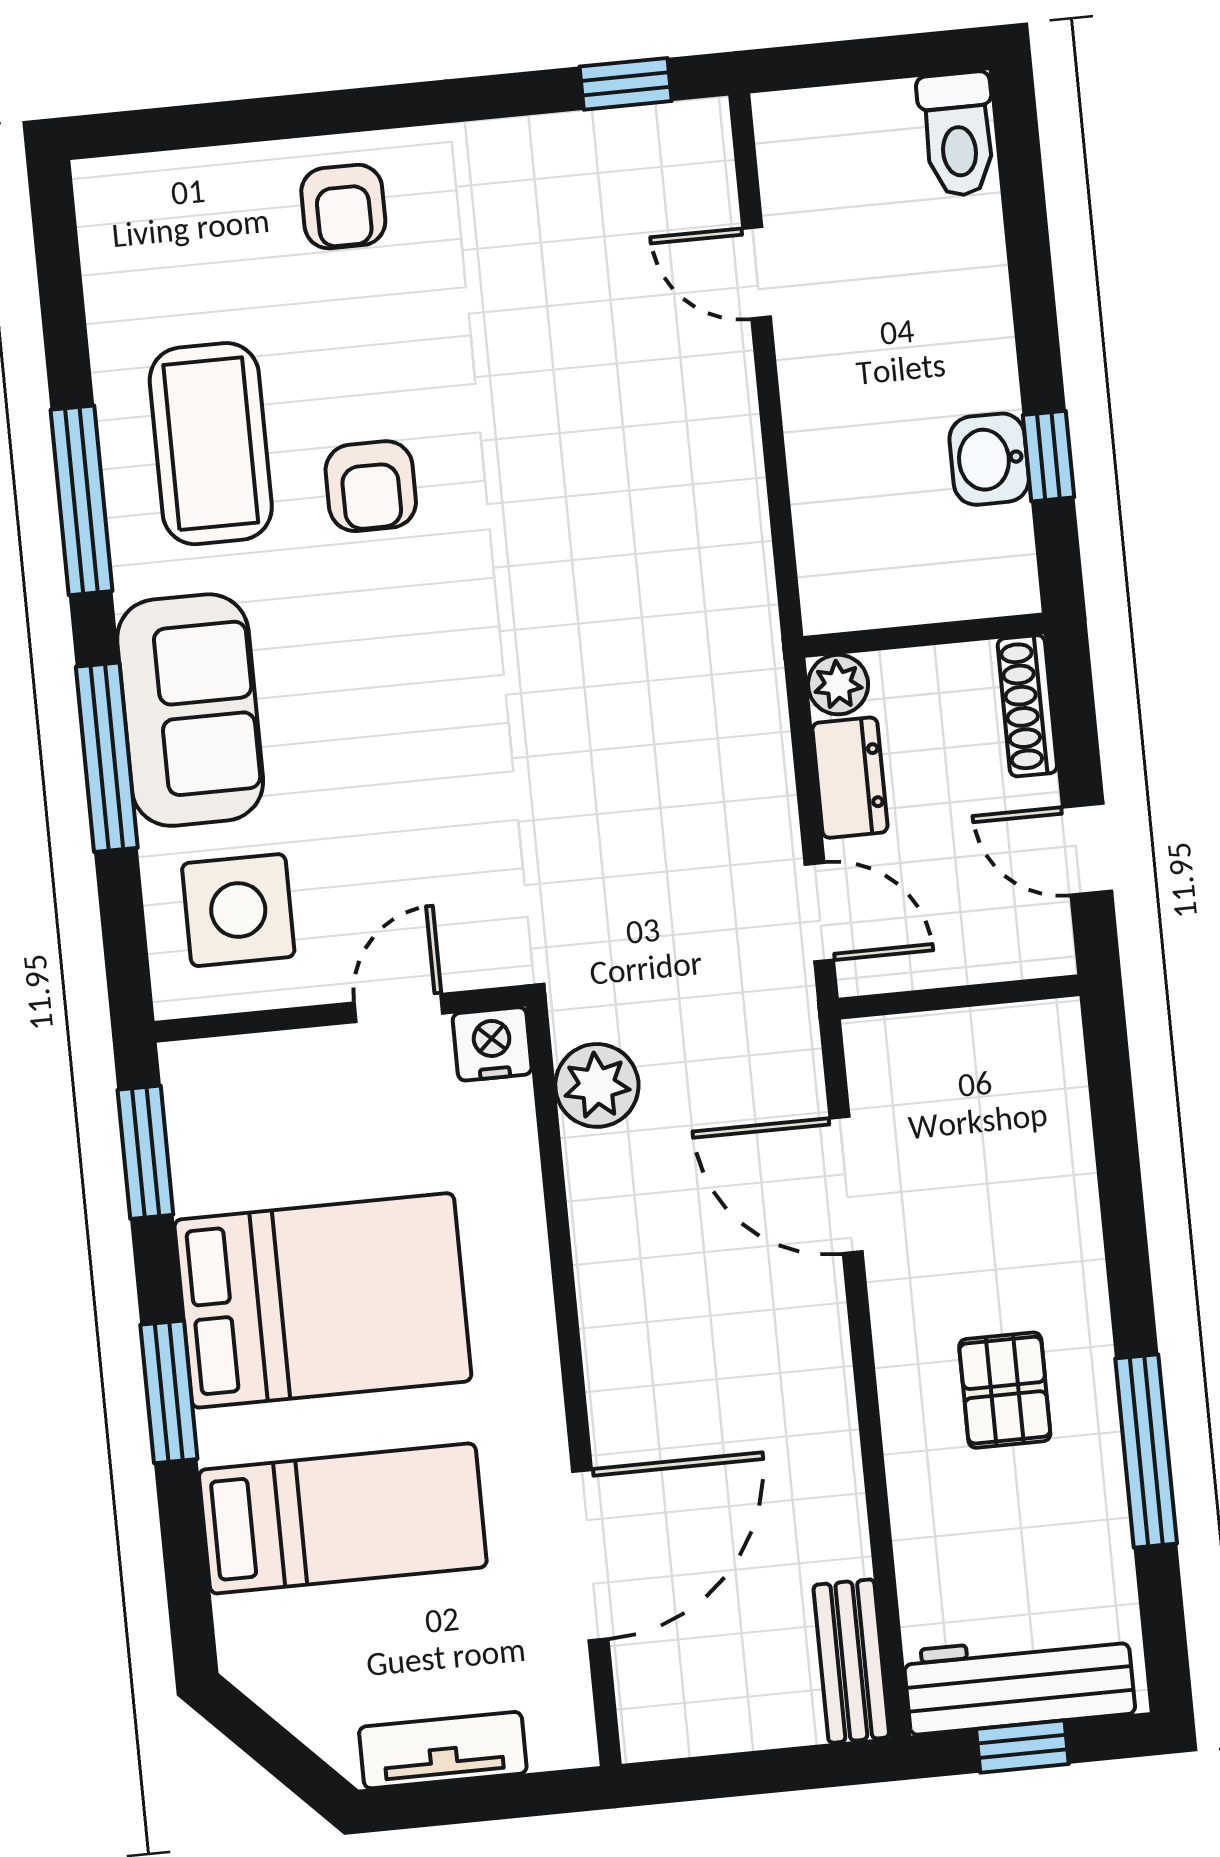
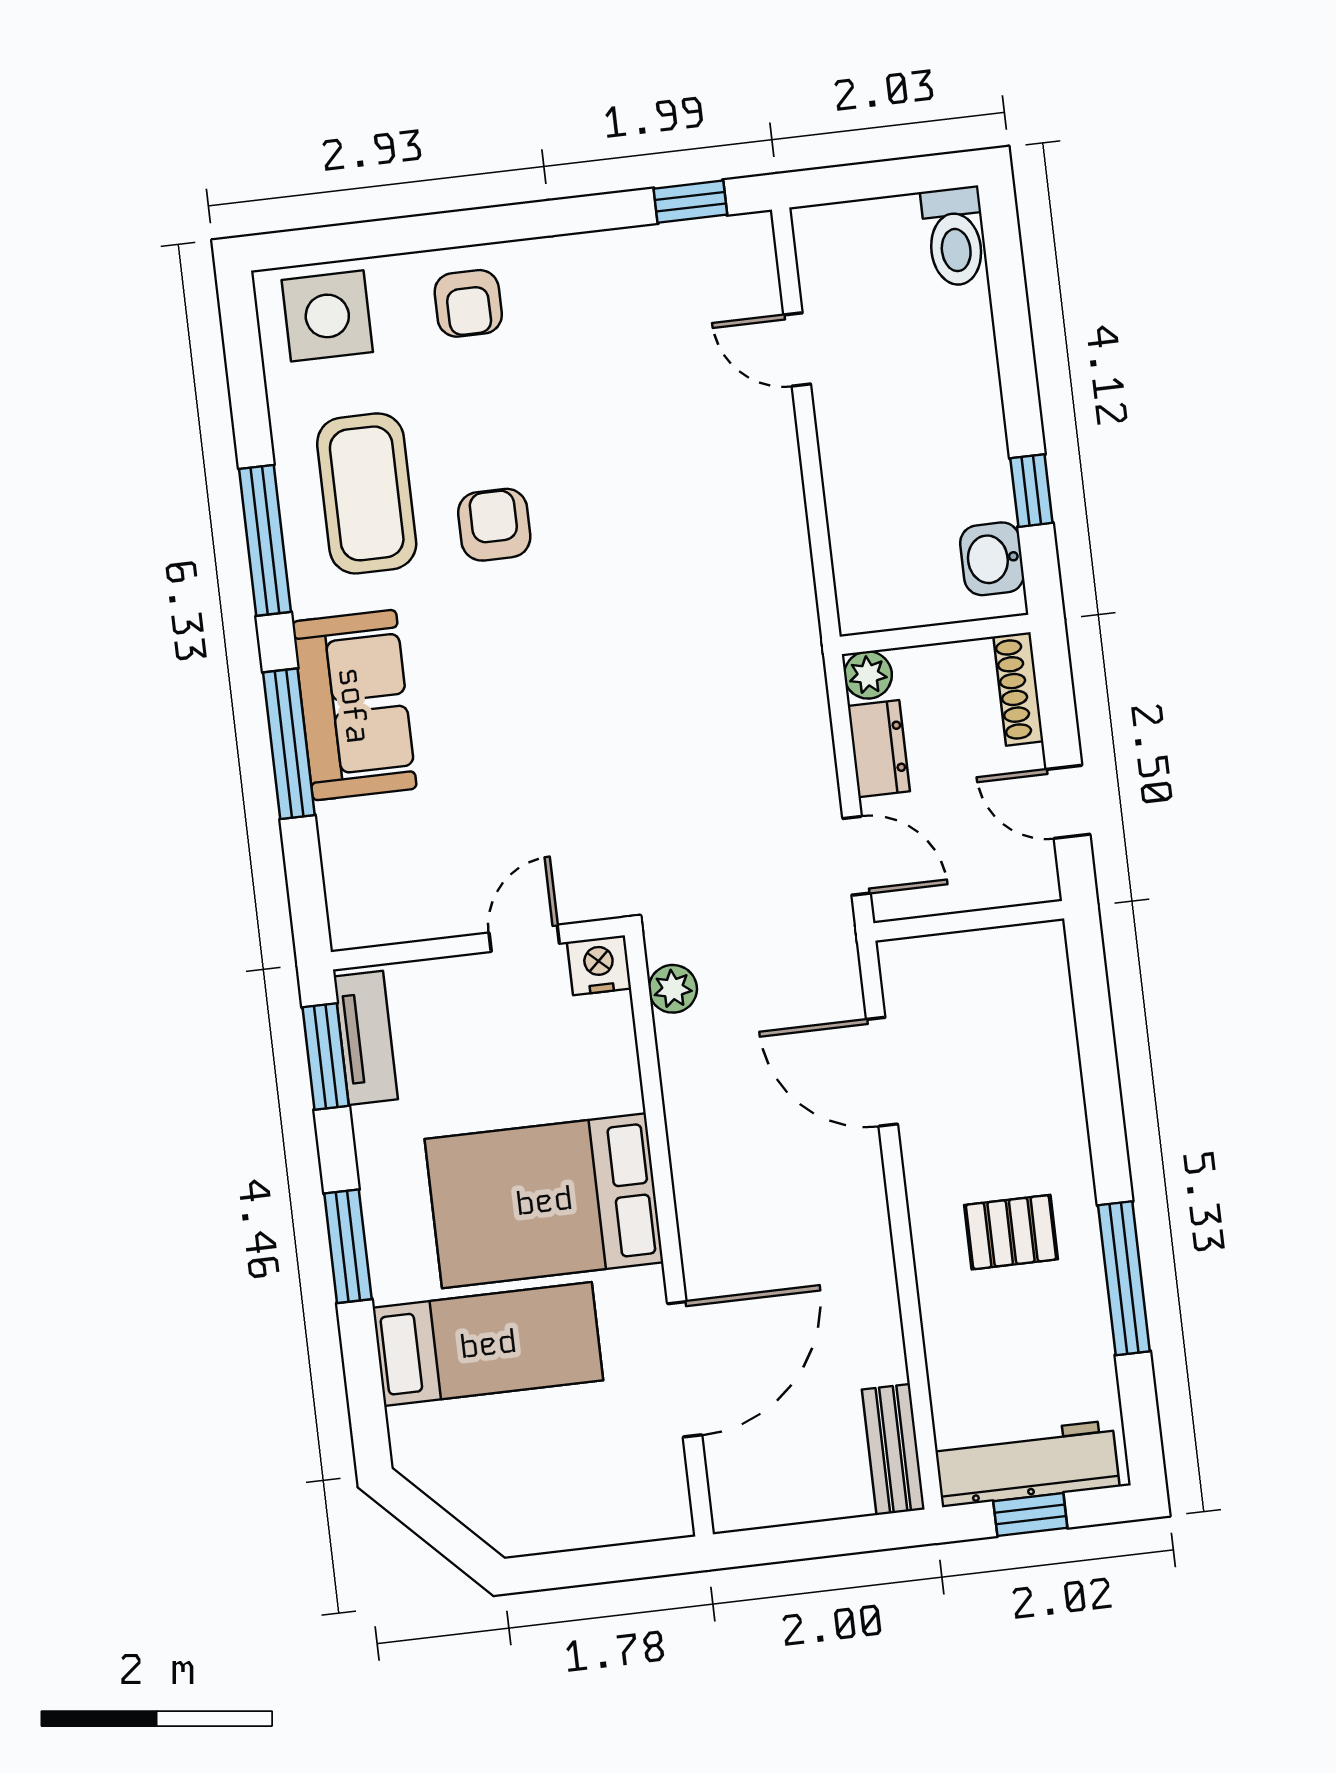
washbasin: (989, 459) -> (992, 559), moved
armchair: (371, 486) -> (494, 525), turned 180
side table: (238, 910) -> (327, 316), moved
plant: (597, 1085) -> (673, 989), width x0.73, depth x0.73
bed: (323, 1300) -> (544, 1201), moved, turned 180
pallet: (1005, 1390) -> (1011, 1232), turned 90
tv unit: (443, 1750) -> (366, 1038), moved, turned 90

